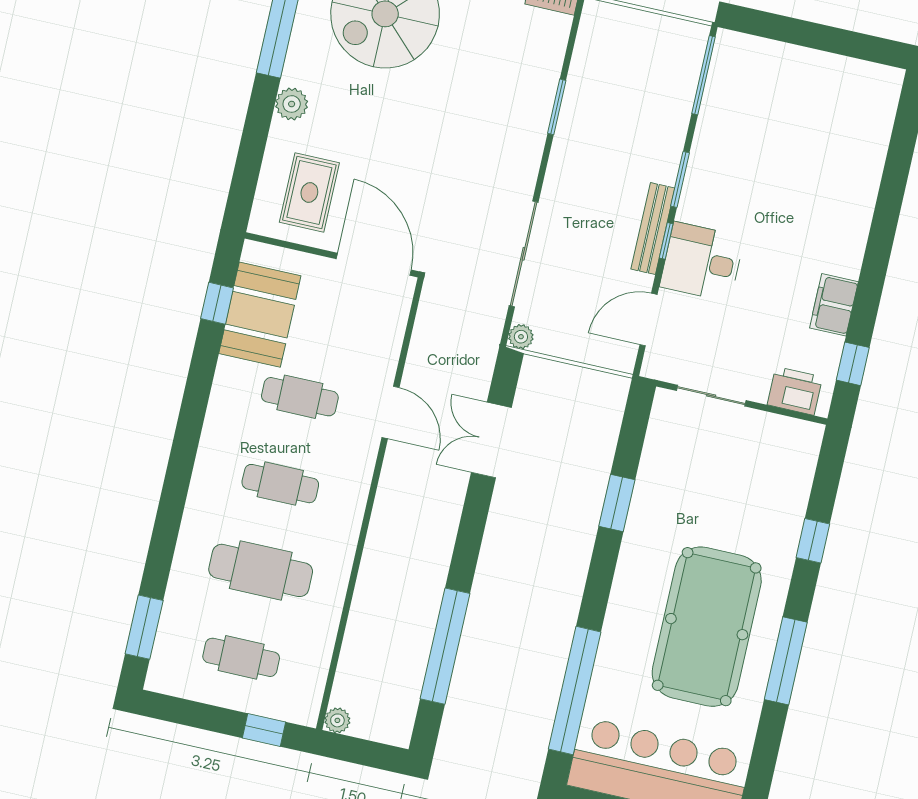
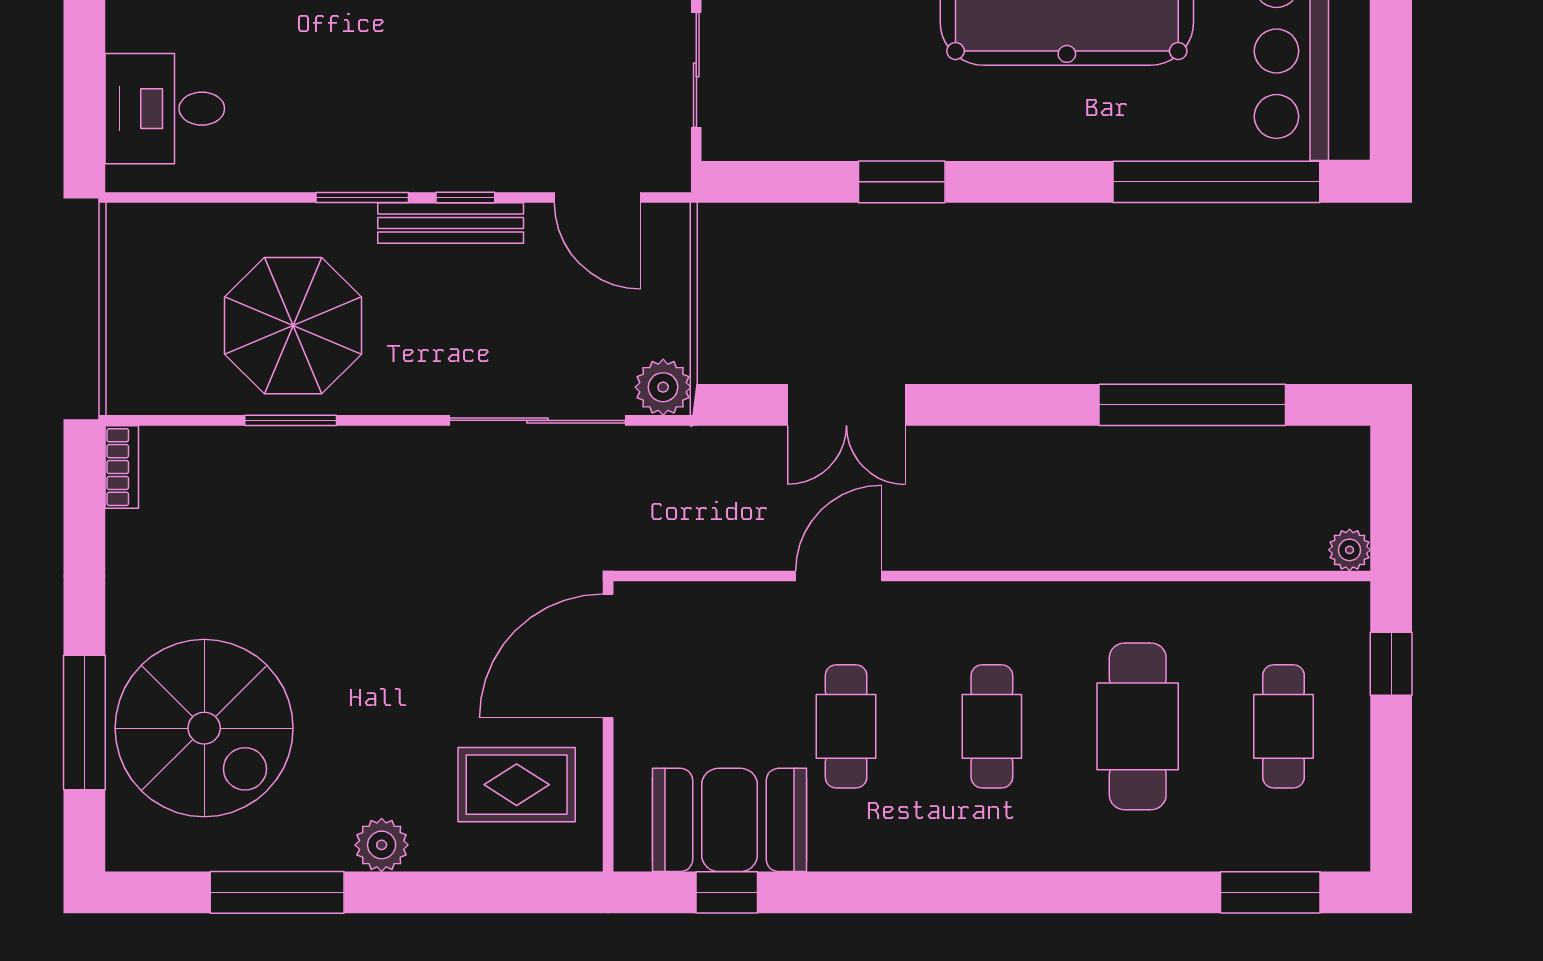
window: (704, 75) -> (187, 197), removed
parasol: (613, 121) -> (293, 326), added
desk: (702, 262) -> (165, 109), moved, turned 90
plant: (521, 337) -> (663, 387), width x1.38, depth x1.38

